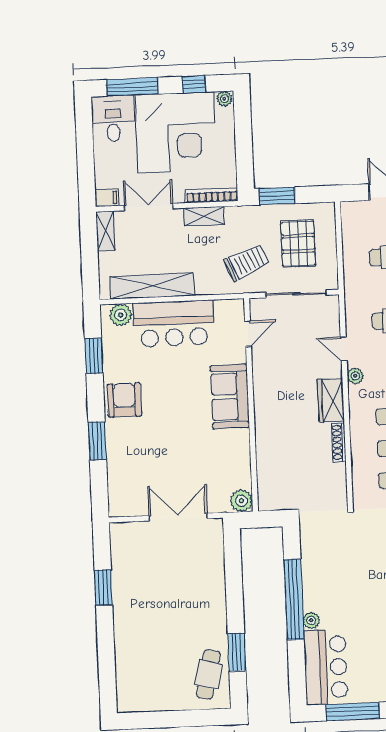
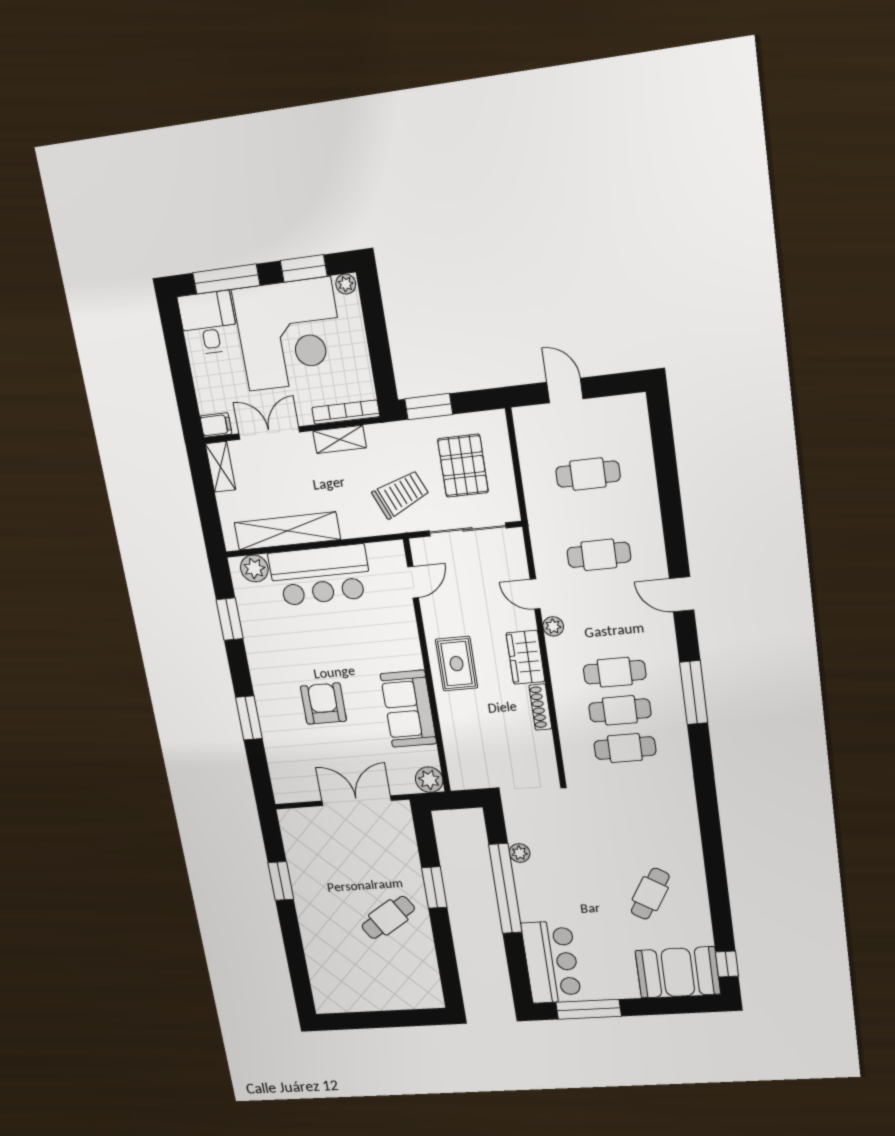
window: (194, 84) -> (304, 268), width x1.50
sofa: (230, 397) -> (409, 709), moved
armchair: (124, 400) -> (323, 704), moved
rug: (275, 403) -> (457, 664), added
plant: (311, 620) -> (520, 853), moved
window: (237, 652) -> (434, 887), moved
cafe table: (208, 674) -> (388, 917), moved, turned 45

